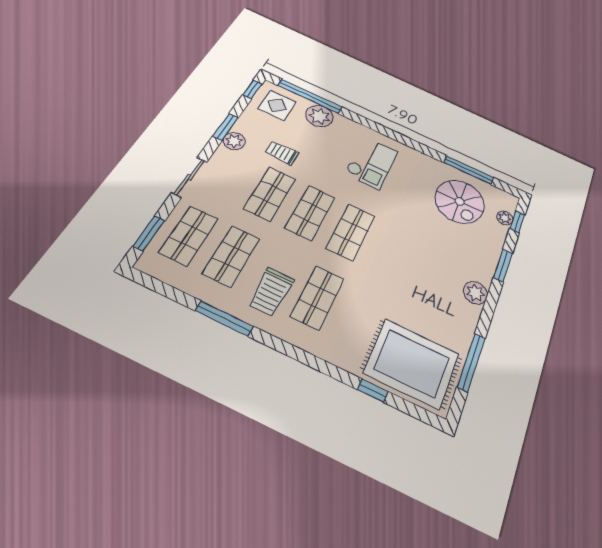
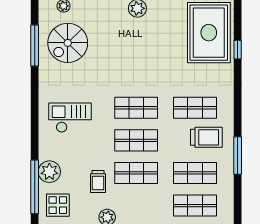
spiral stairs: (460, 201) -> (68, 43), turned 180

